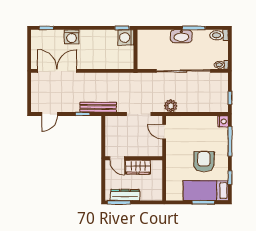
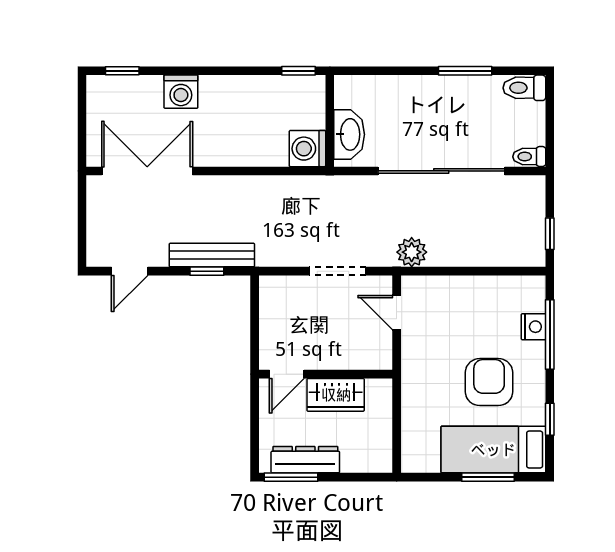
washbasin: (181, 36) -> (349, 134), moved, turned -90
washing machine: (126, 38) -> (307, 149), moved
bench: (98, 107) -> (212, 255), moved
nightstand: (223, 121) -> (533, 327), moved
door: (117, 158) -> (287, 374), hinge flipped

